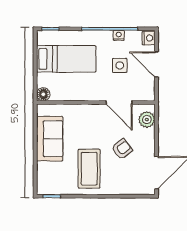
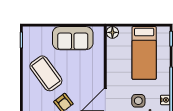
coffee table: (89, 169) -> (46, 73), turned 54

